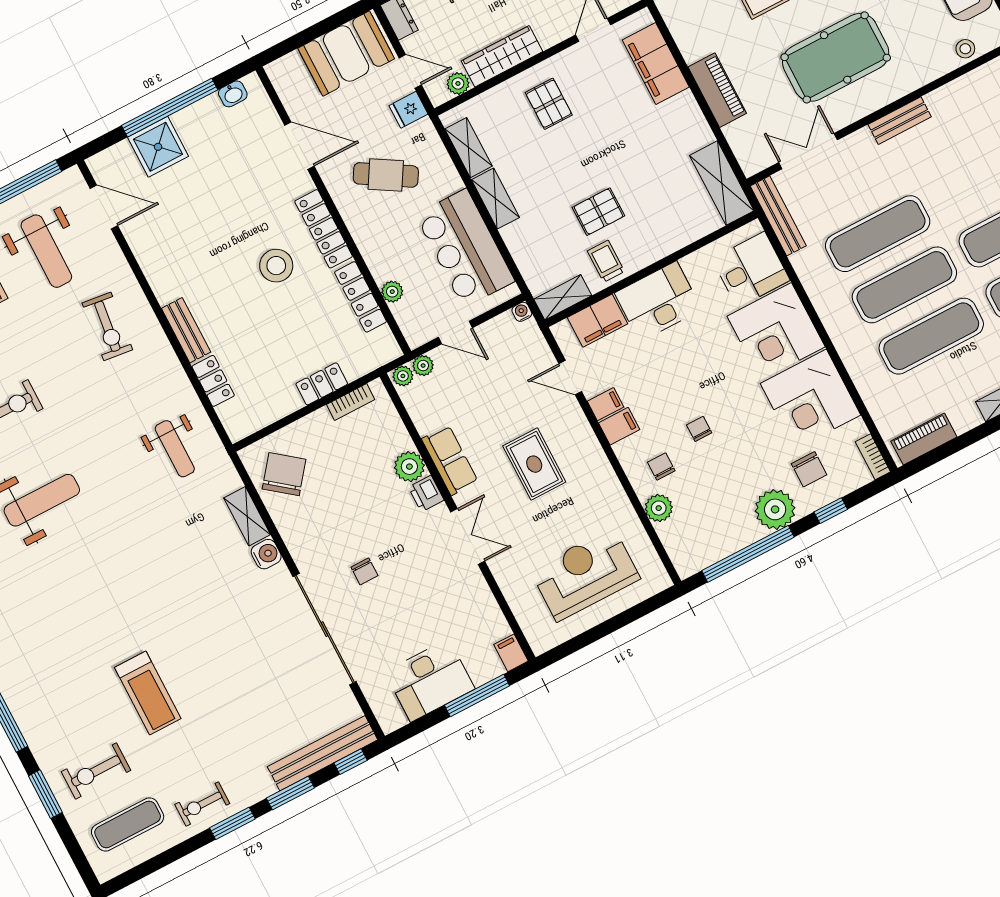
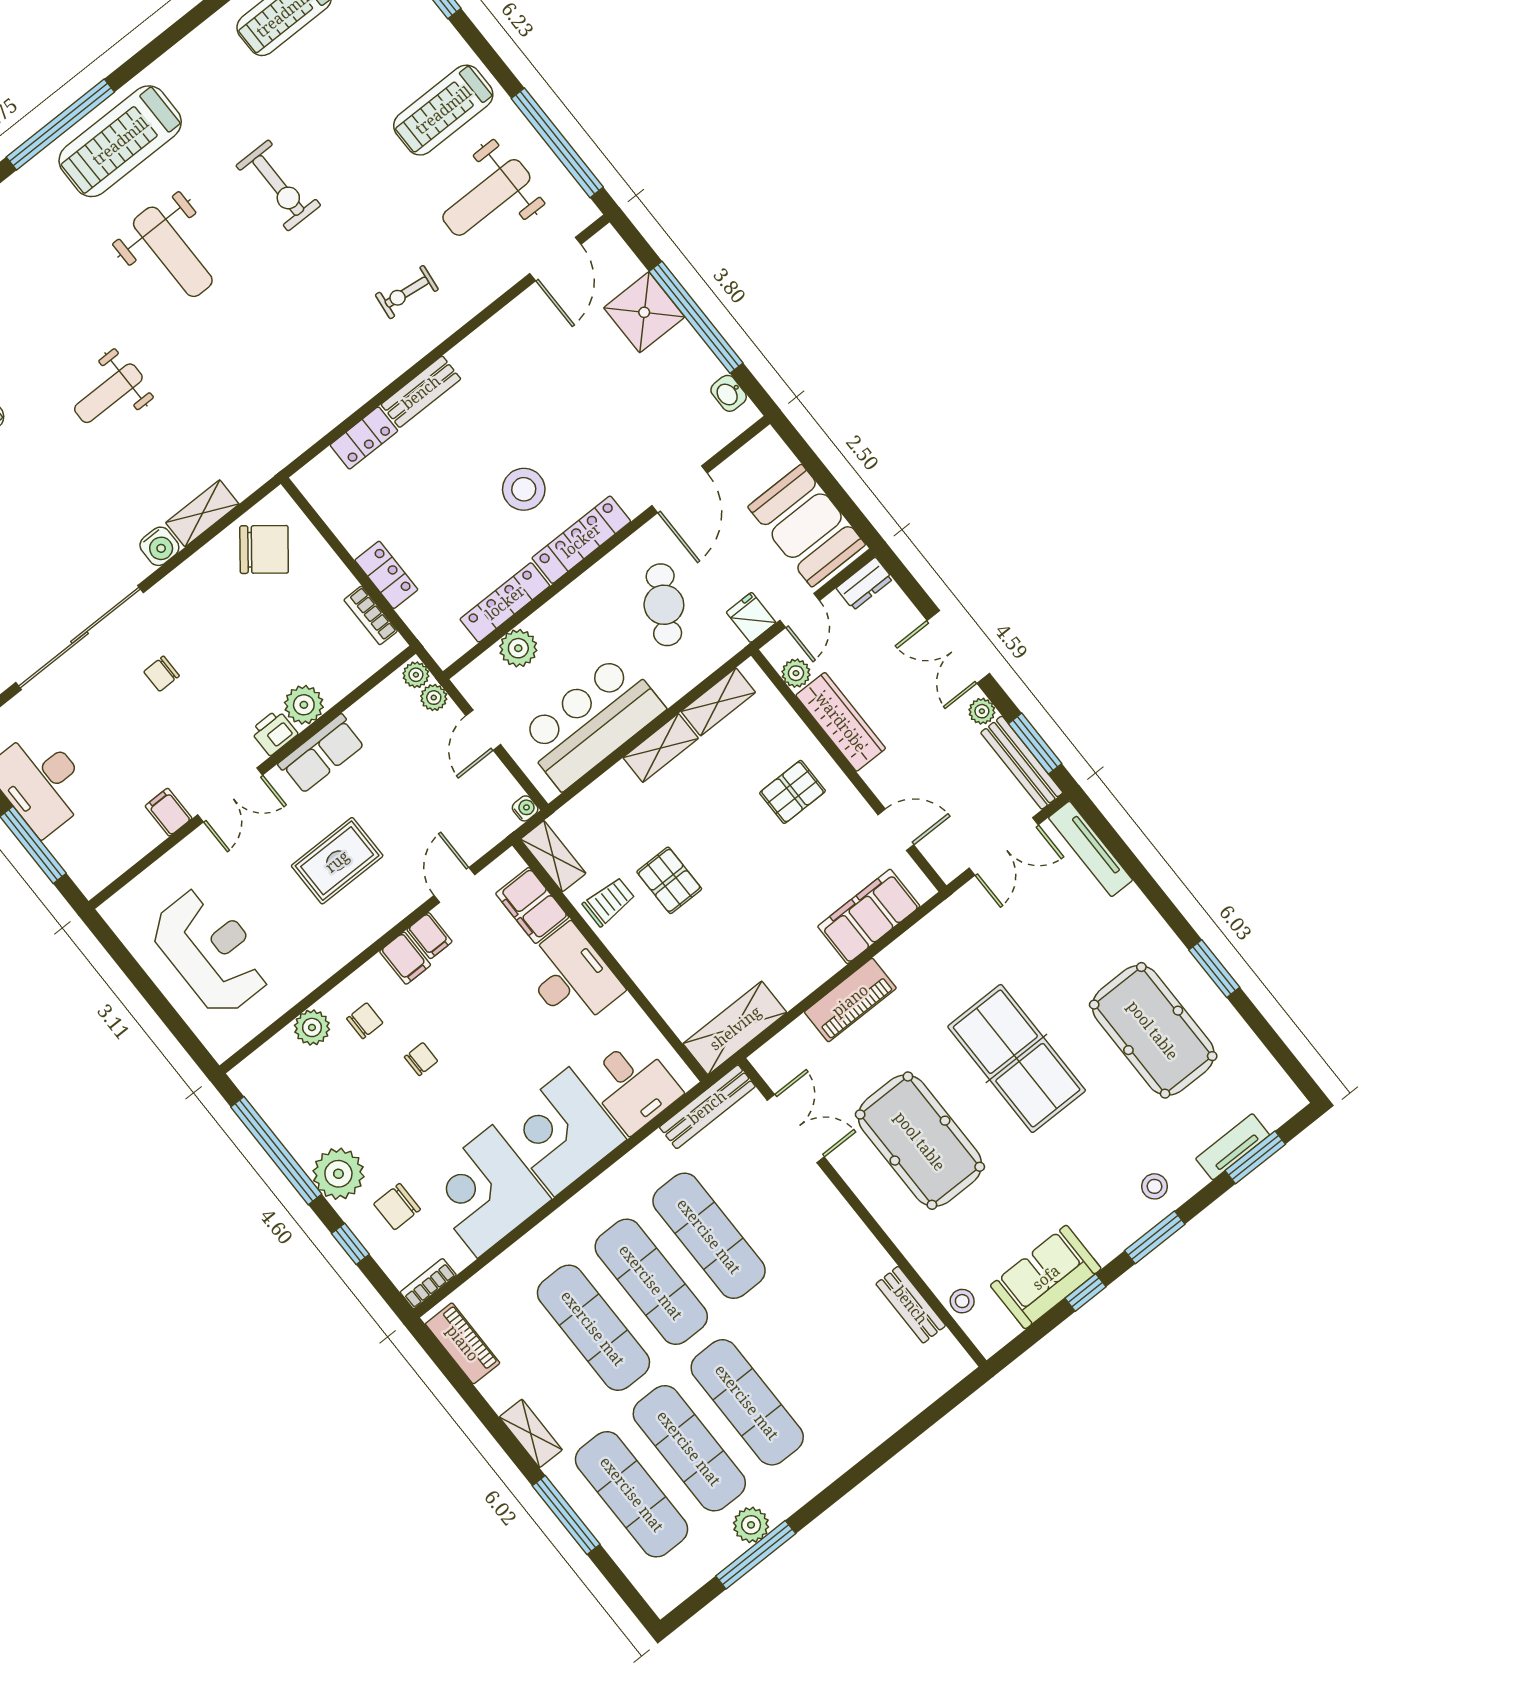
bench: (900, 121) -> (911, 1305), moved
plant: (392, 292) -> (518, 648), width x1.38, depth x1.38
exercise bike: (107, 326) -> (407, 292), width x0.73, depth x0.72
weight bench: (175, 449) -> (108, 393), moved
filing cabinet: (511, 653) -> (169, 812), moved, turned -90

